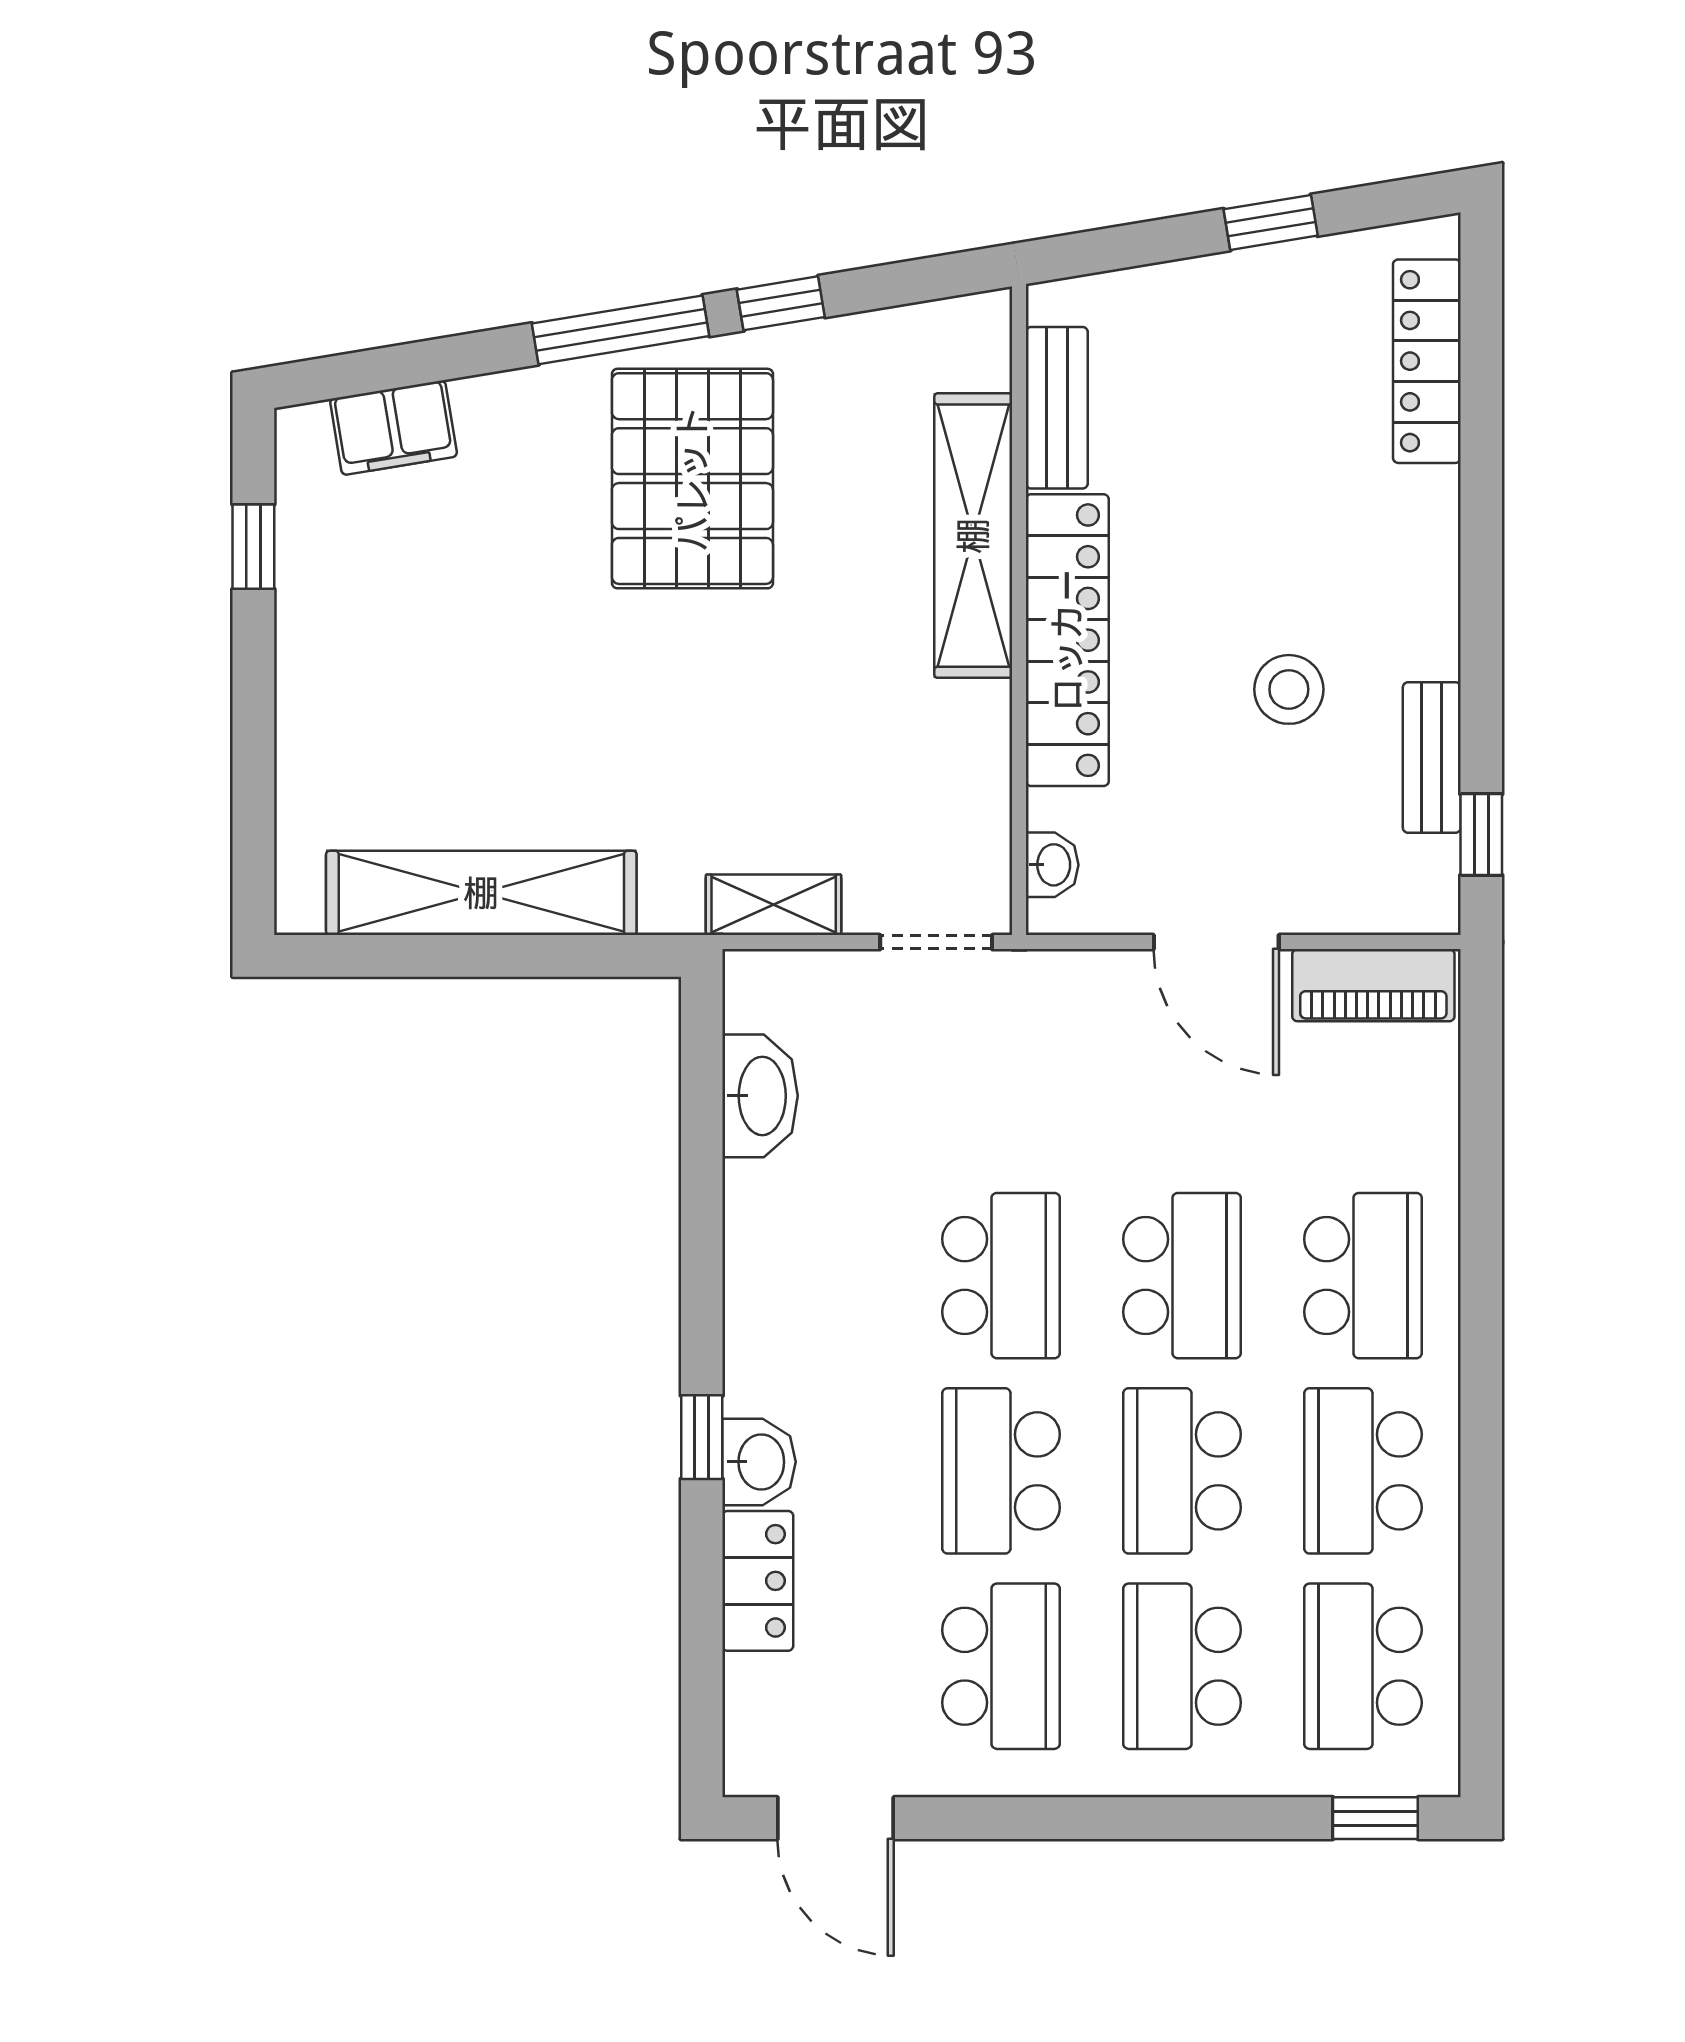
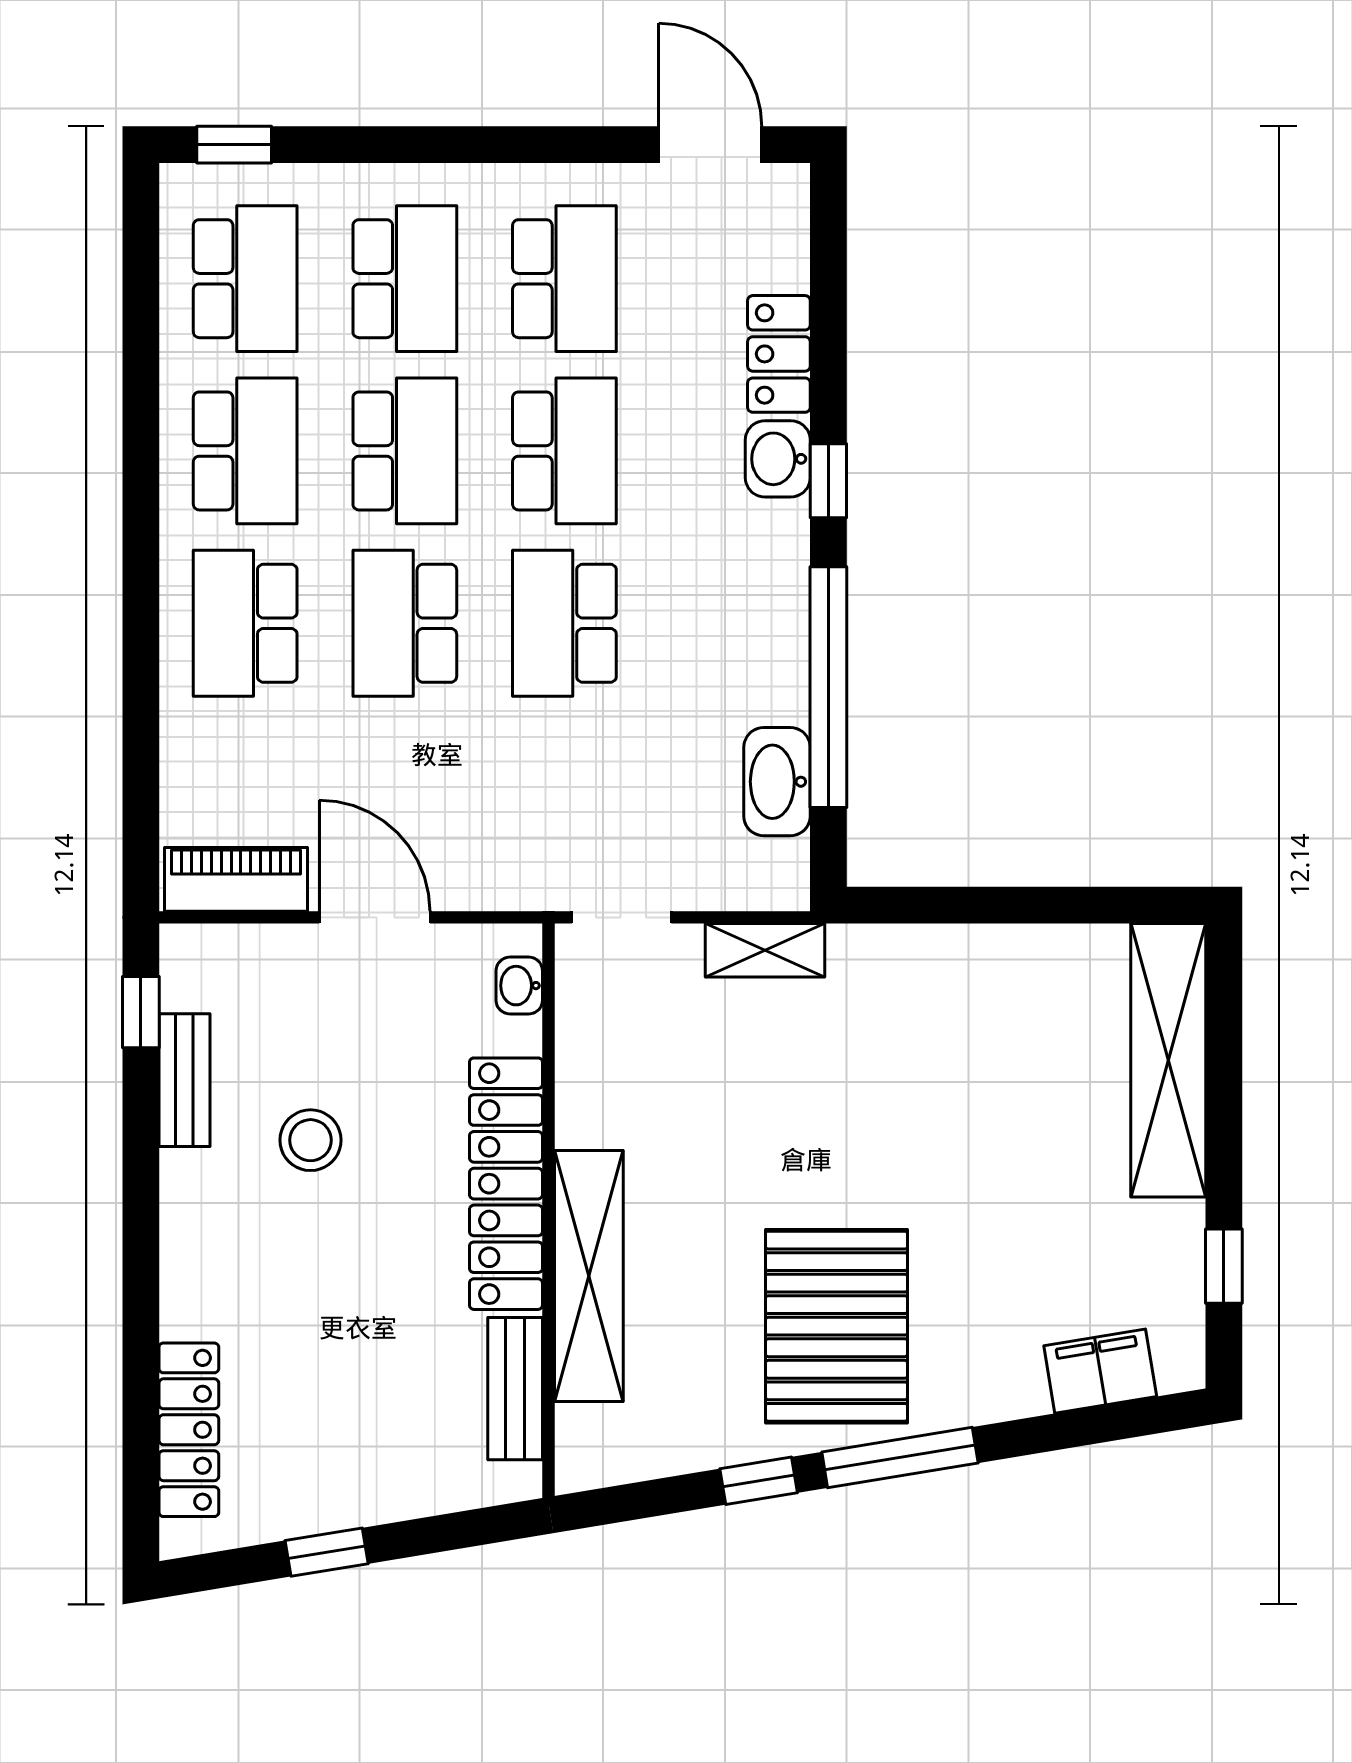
shelving: (481, 893) -> (1168, 1060), moved, turned 90
window: (702, 1203) -> (828, 687), added
school desk: (1001, 1666) -> (564, 279), turned 180

